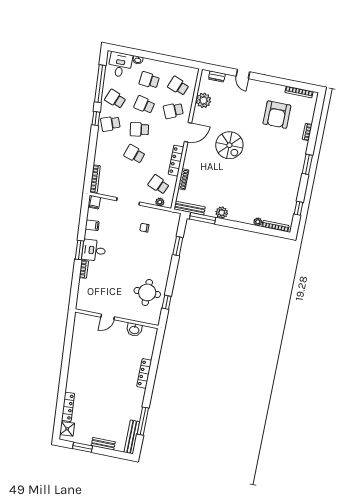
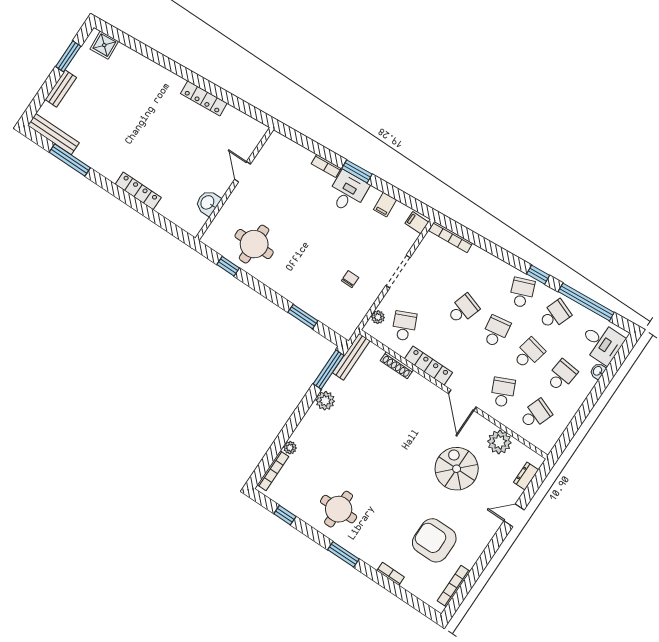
spiral stairs: (229, 145) -> (457, 469), moved, turned 90
round table: (282, 178) -> (339, 509), added
school desk: (159, 185) -> (404, 326), turned -48
locker: (68, 407) -> (204, 98), moved

